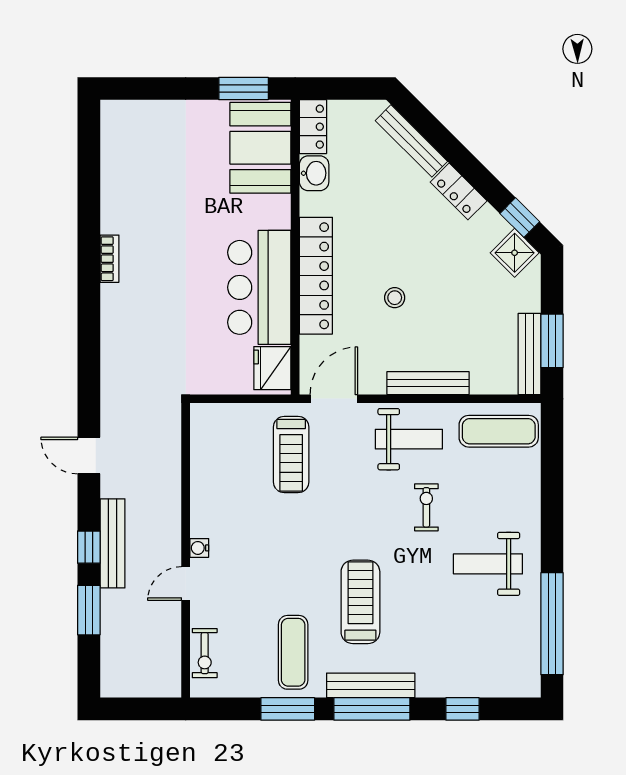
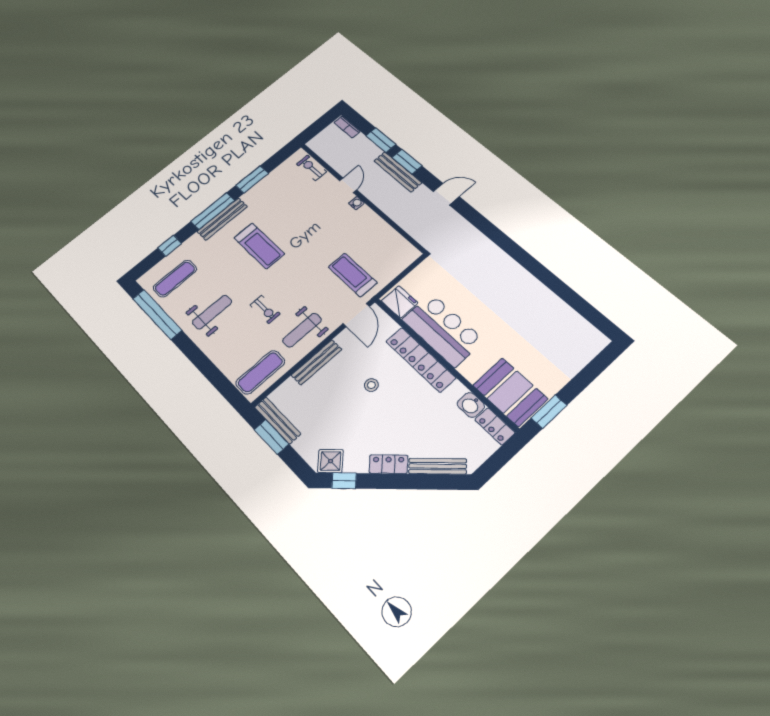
bookcase: (109, 259) -> (347, 127), moved
window: (89, 547) -> (407, 162), width x1.50
exercise mat: (293, 652) -> (175, 279), moved, turned 90

